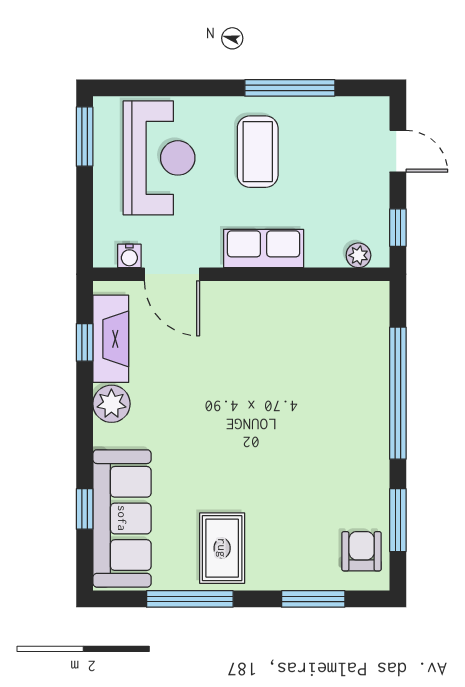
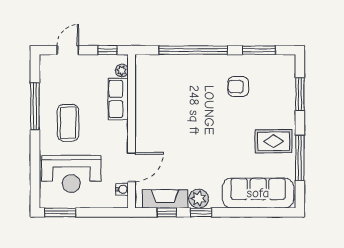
coffee table: (258, 152) -> (68, 123), turned 90
reception desk: (159, 158) -> (71, 174), turned 180
row of seats: (264, 248) -> (118, 99), moved
window: (85, 509) -> (201, 212), moved
armchair: (362, 551) -> (238, 87), moved

